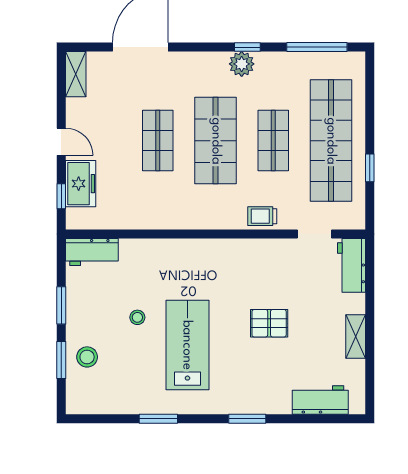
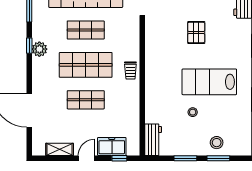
shelving: (76, 74) -> (60, 149), moved
trolley: (262, 216) -> (130, 70), moved

